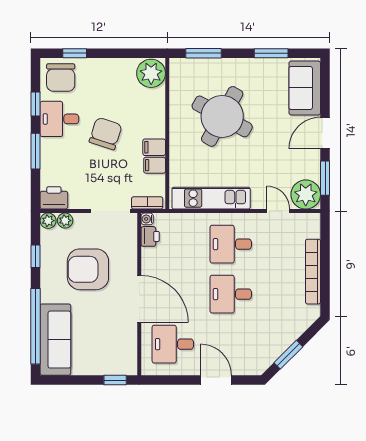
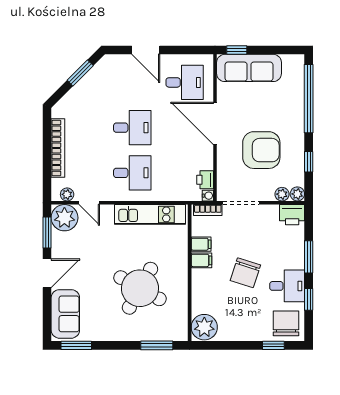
window: (271, 53) -> (76, 345), moved
plant: (303, 220) -> (67, 194), added
sofa: (55, 340) -> (249, 68), moved, turned -90

